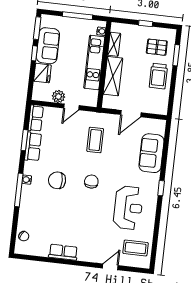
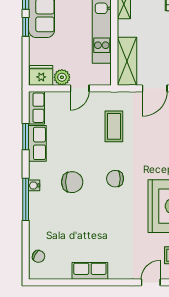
fridge: (42, 73) -> (41, 75), moved, turned -90
shelving: (113, 76) -> (127, 61), moved
chair: (57, 180) -> (72, 182), turned 180
chair: (91, 182) -> (115, 179), turned -90

